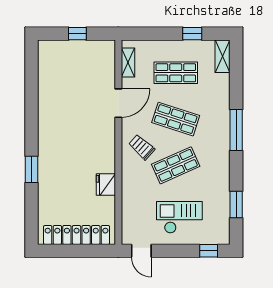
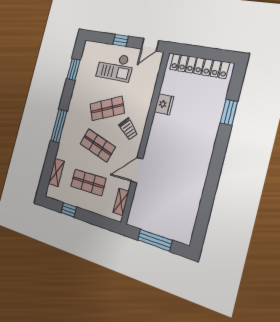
window: (77, 34) -> (155, 240), width x2.17
shelving: (223, 56) -> (56, 172), moved
window: (32, 169) -> (229, 112), moved
door: (141, 251) -> (150, 45), swing flipped
window: (209, 251) -> (121, 40), moved

